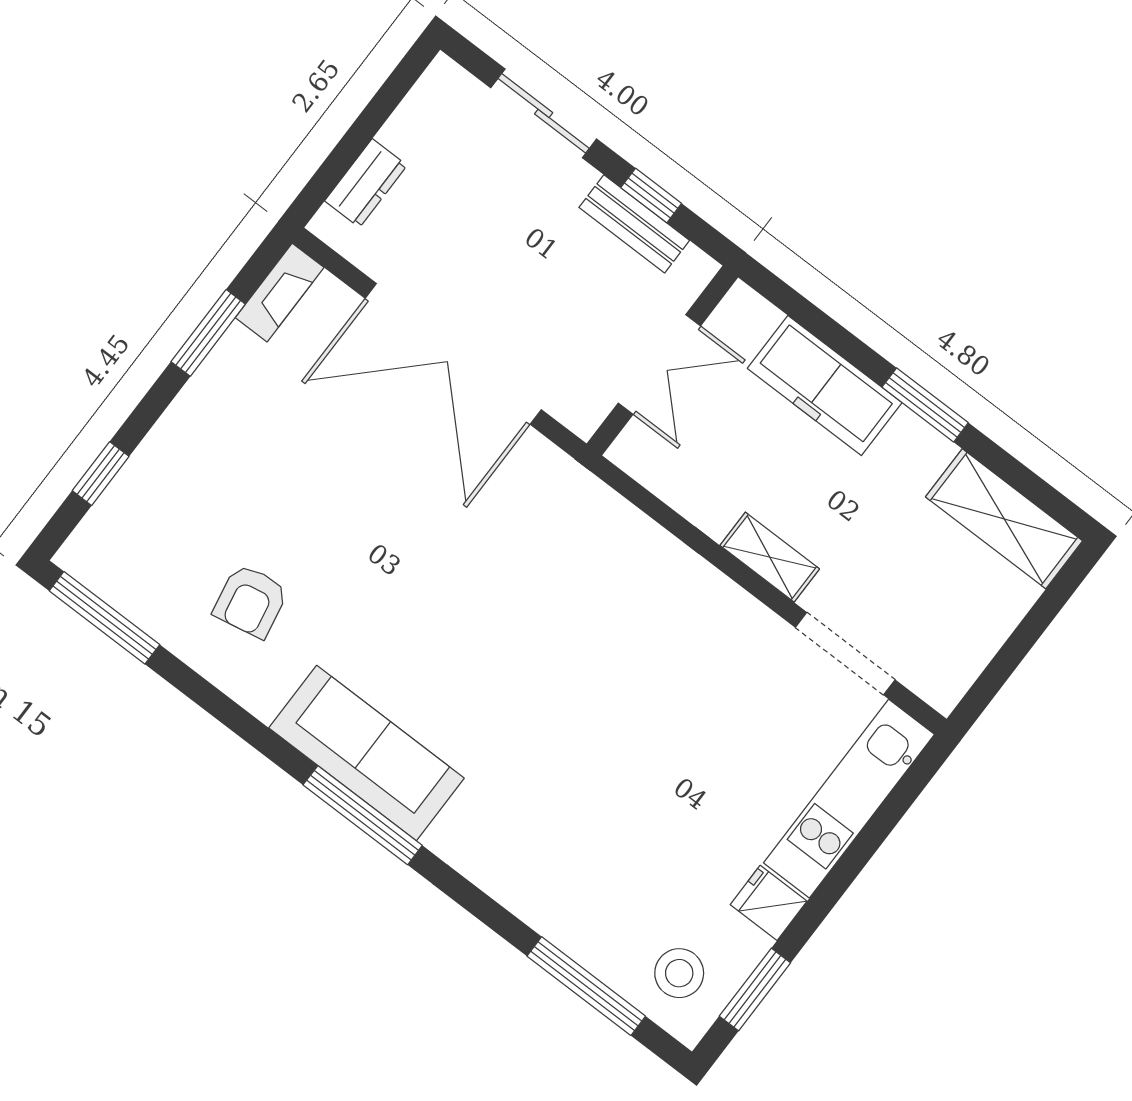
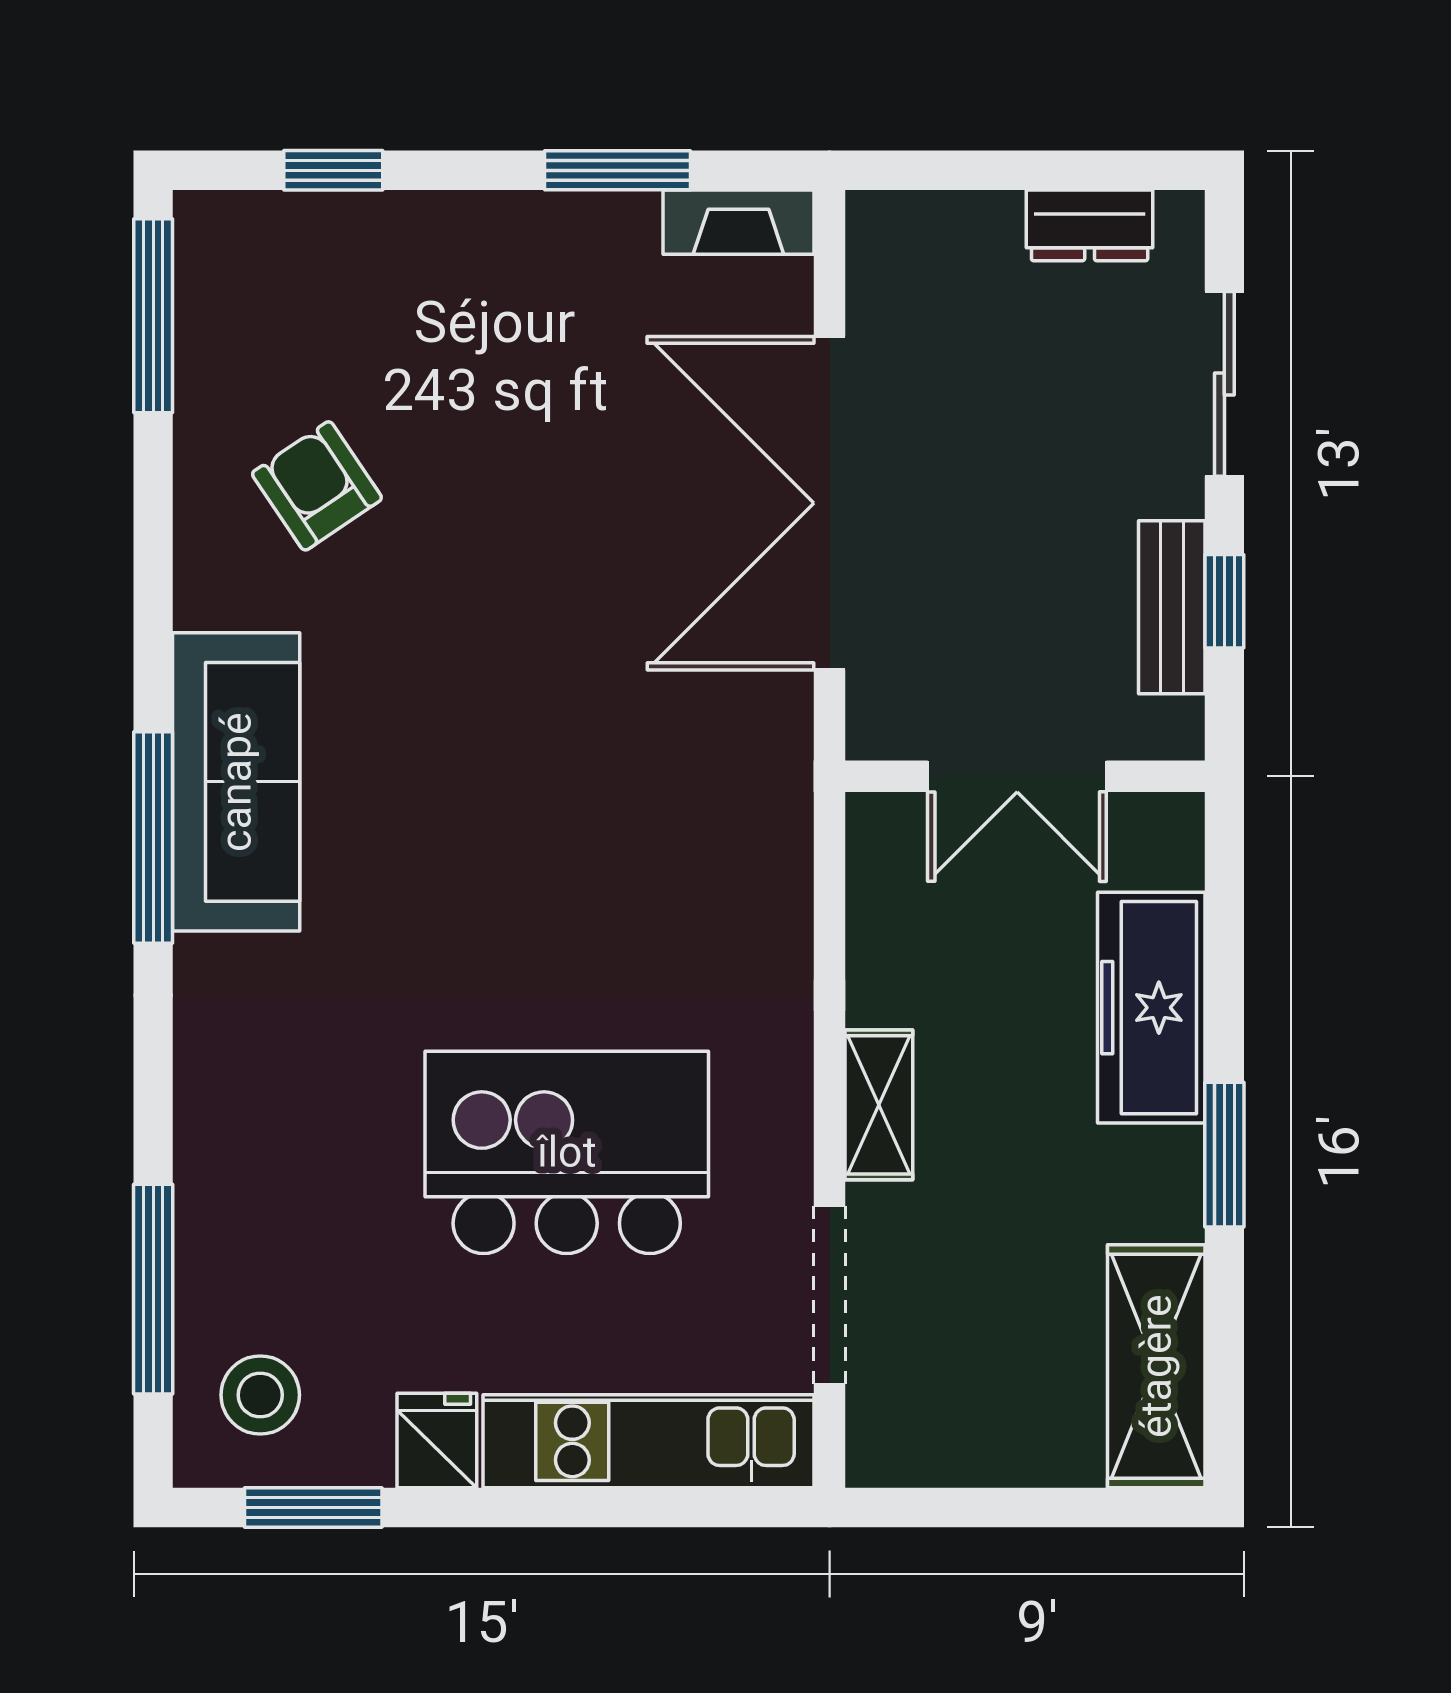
dresser: (366, 183) -> (1090, 225), moved
armchair: (251, 601) -> (317, 486), turned 67
kitchen island: (675, 730) -> (567, 1152), added

